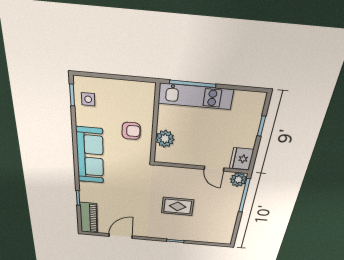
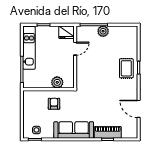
kitchen unit: (196, 96) -> (29, 48), moved
plant: (238, 180) -> (103, 31), moved
rug: (178, 206) -> (126, 68), moved
piano: (89, 218) -> (108, 132), moved

